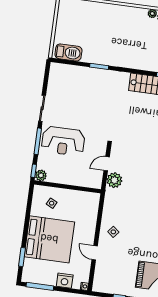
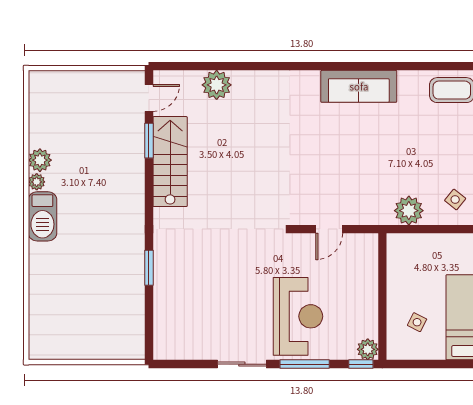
barbecue: (68, 52) -> (42, 216), moved, turned 180
door: (107, 164) -> (329, 229), hinge flipped
plant: (114, 180) -> (409, 211), moved

